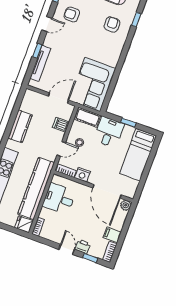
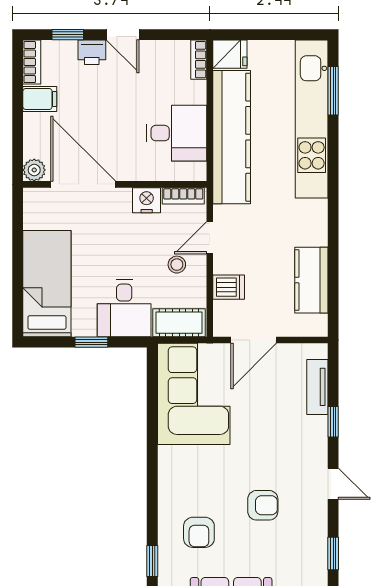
armchair: (72, 14) -> (263, 505), moved
door: (47, 24) -> (333, 484), swing flipped
tv unit: (40, 63) -> (317, 387), width x0.71
kitchen counter: (20, 126) -> (311, 280), moved

